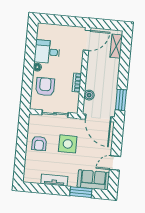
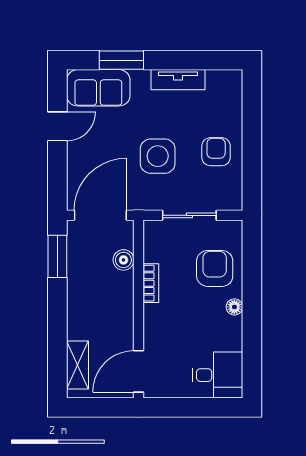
desk: (47, 52) -> (218, 375), moved
armchair: (45, 87) -> (215, 268), turned 180
door: (98, 118) -> (100, 215), hinge flipped

